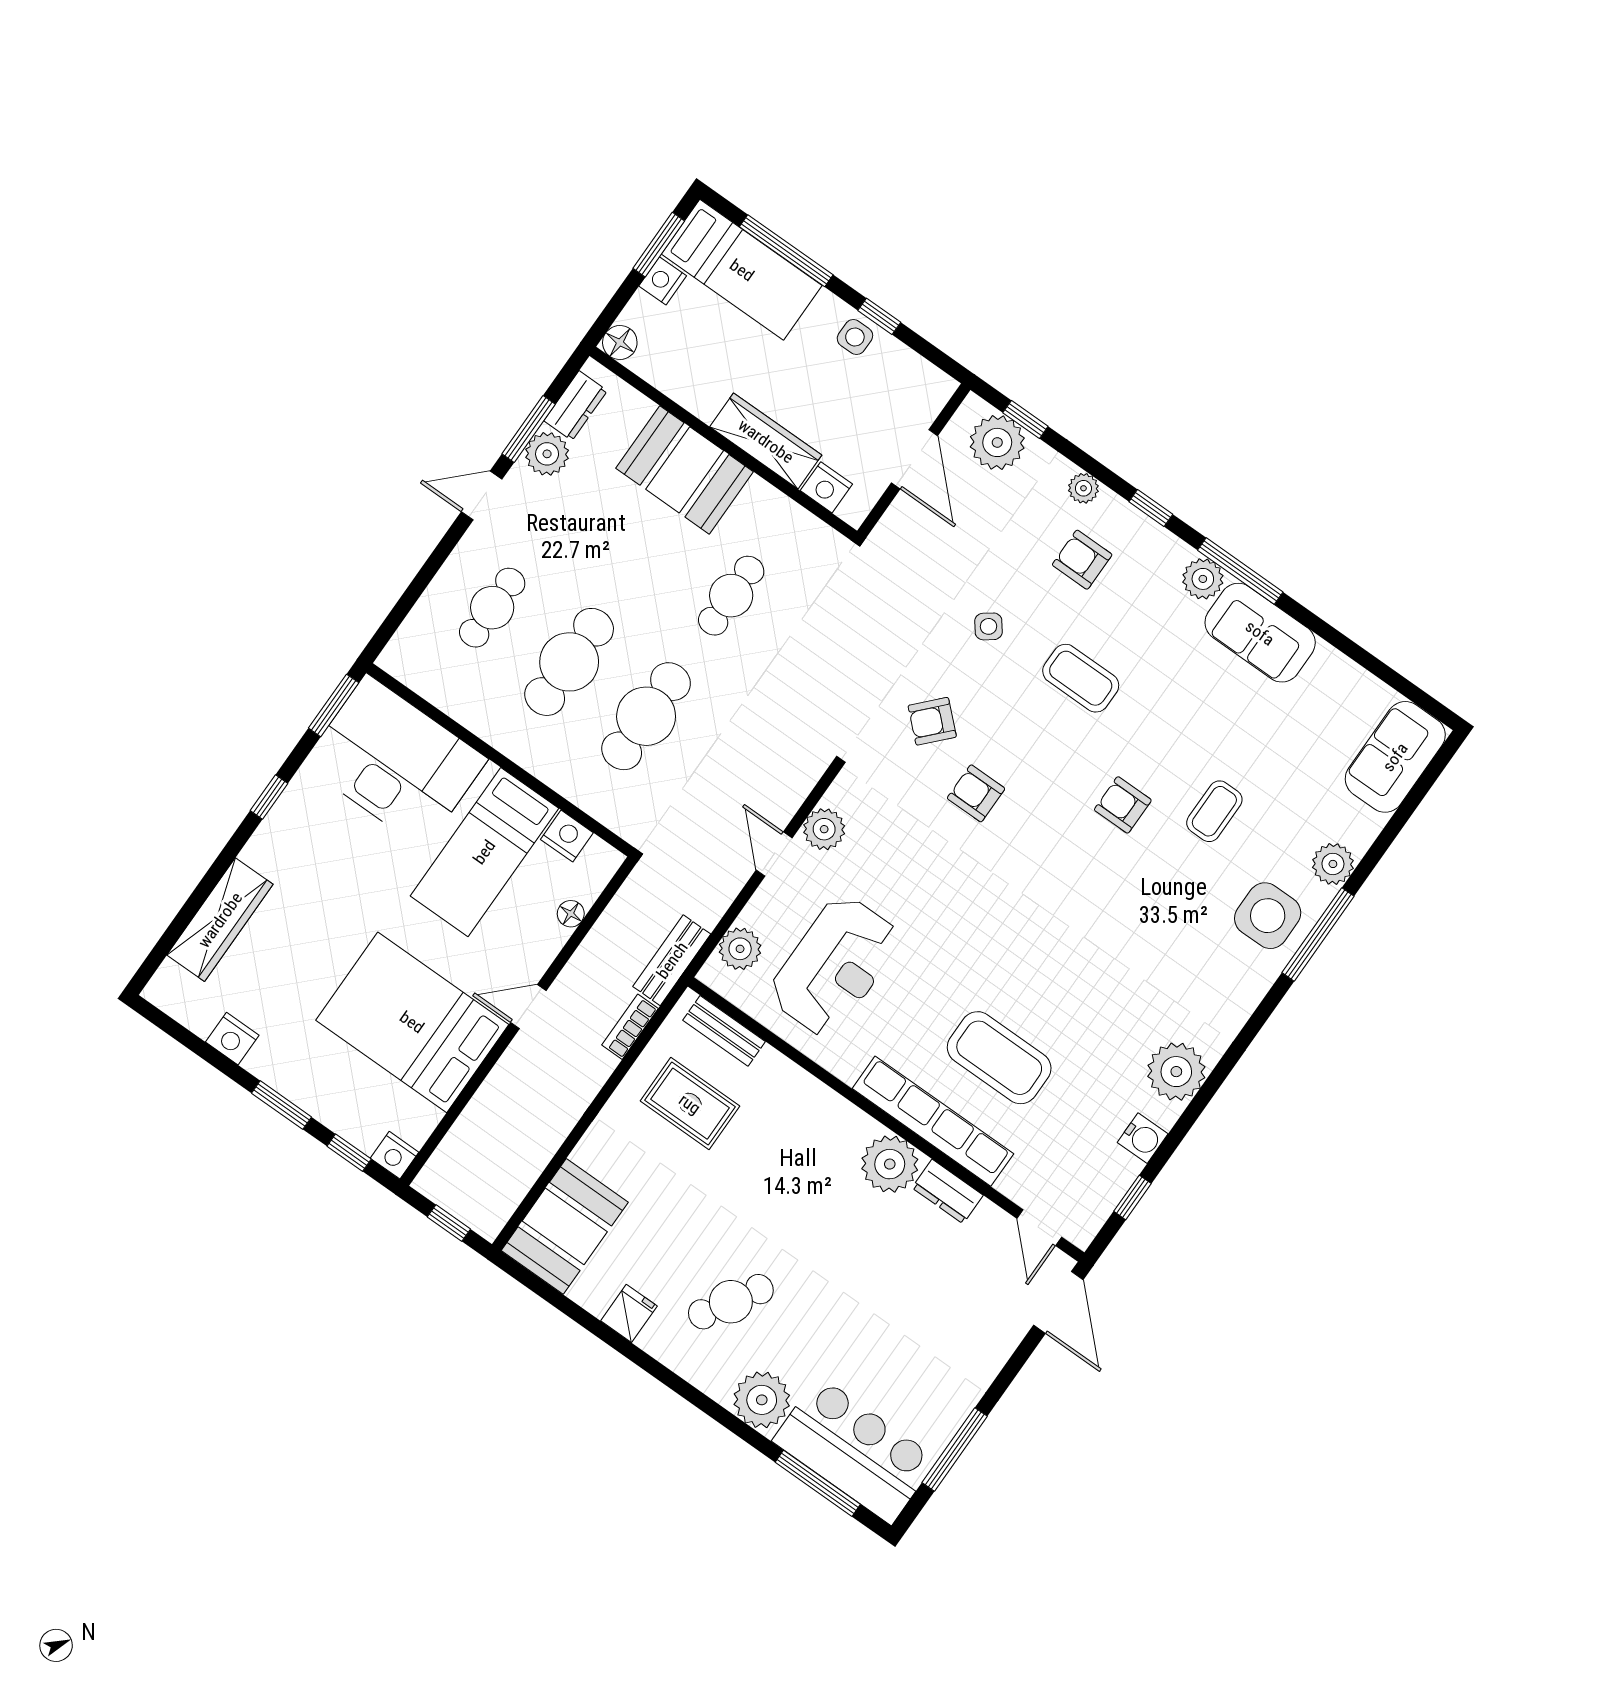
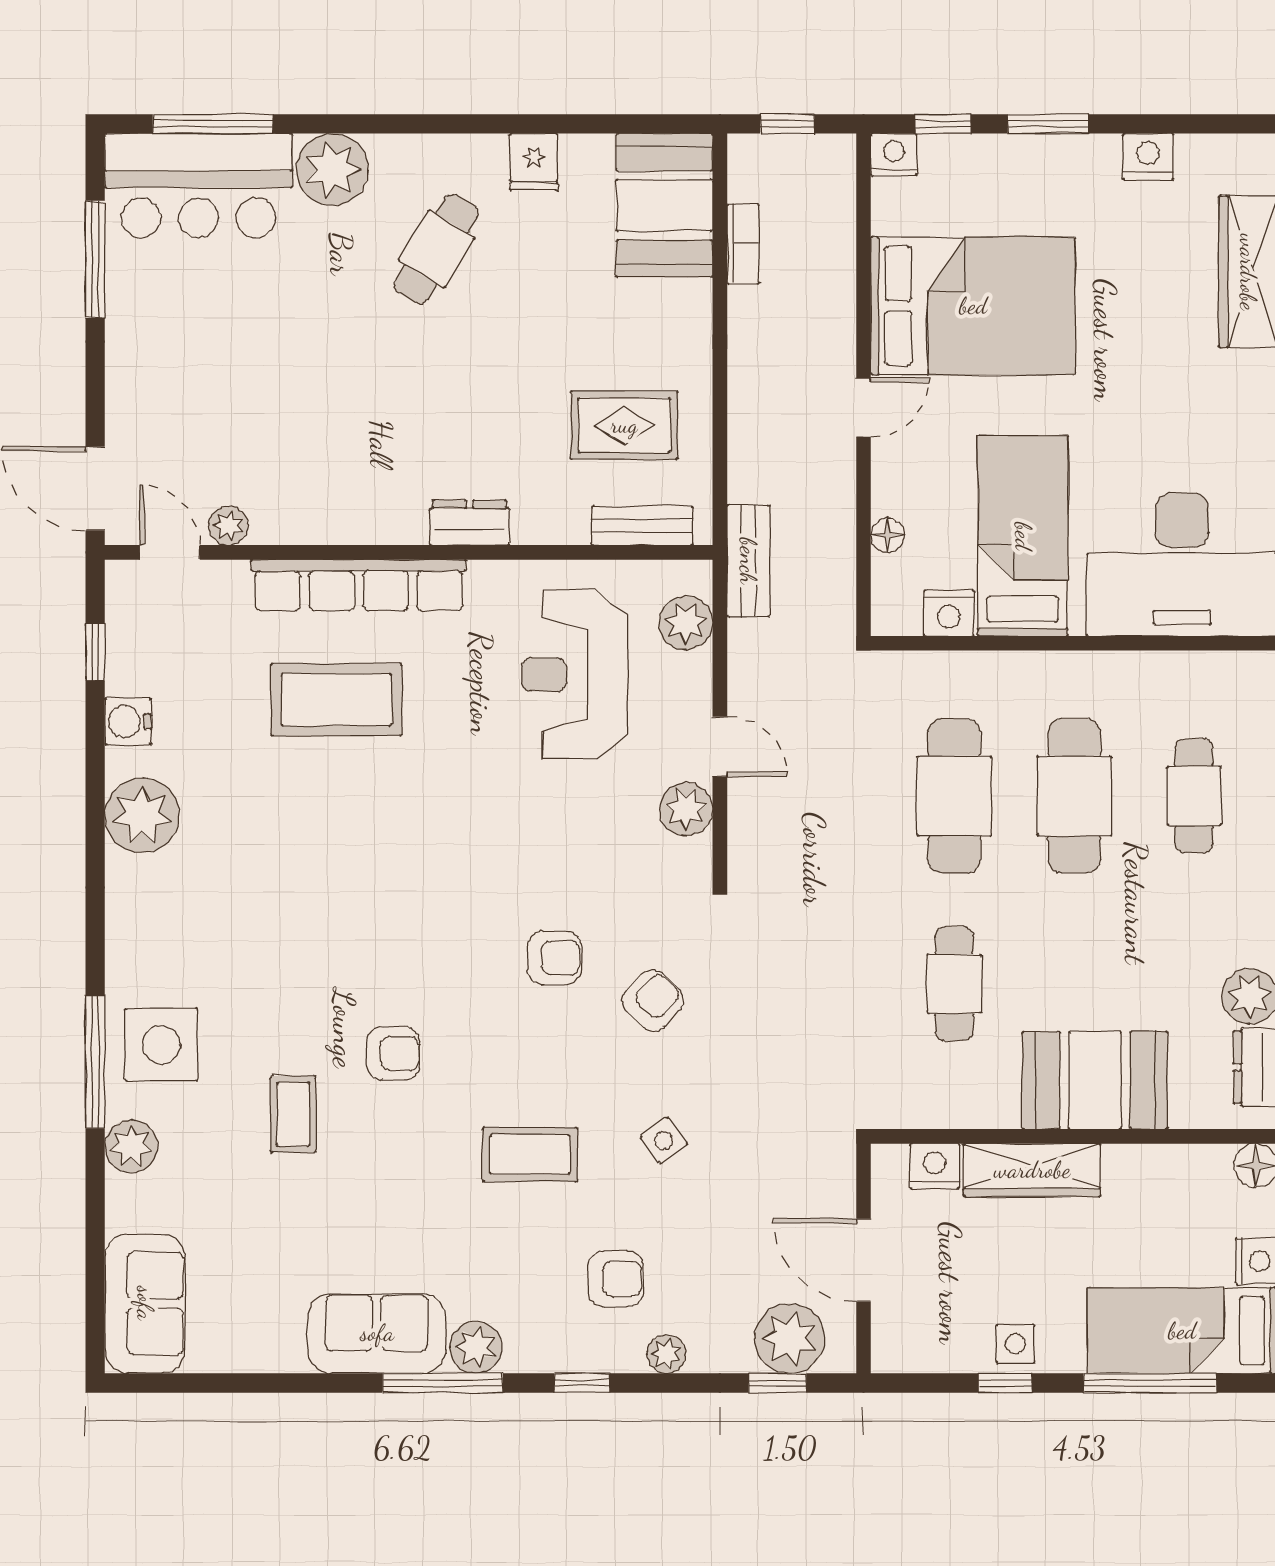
bookcase: (630, 1027) -> (743, 244), moved
plant: (890, 1164) -> (229, 526), moved, width x0.53, depth x0.53
dresser: (948, 1192) -> (470, 523), moved

